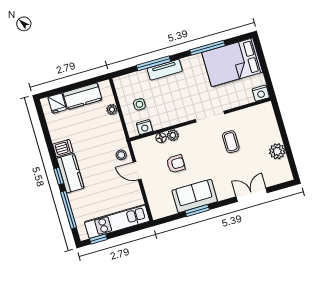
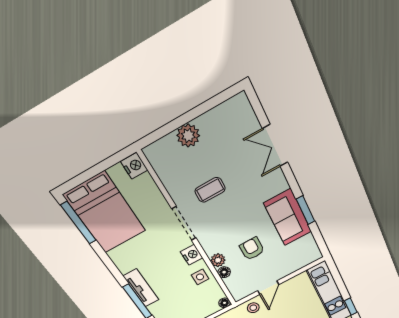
window: (208, 48) -> (78, 223), moved
side table: (139, 104) -> (200, 277), moved
nightstand: (144, 127) -> (192, 255), moved
floor lamp: (133, 132) -> (225, 303), added
plant: (277, 151) -> (188, 136), moved

